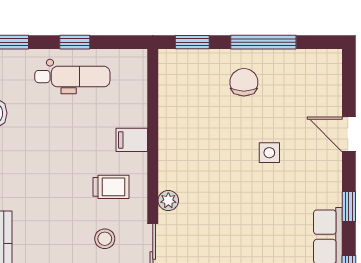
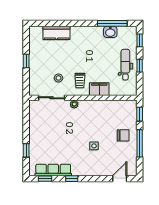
dental chair: (72, 77) -> (125, 65), turned 180
door: (349, 134) -> (120, 179), moved
filing cabinet: (132, 140) -> (99, 89), width x2.00

